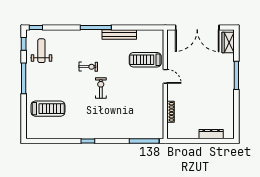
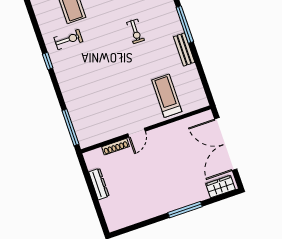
bench: (119, 35) -> (184, 50), width x0.73
door: (165, 76) -> (137, 133), moved
exercise bike: (101, 88) -> (68, 39), moved
dresser: (211, 134) -> (99, 184), moved

